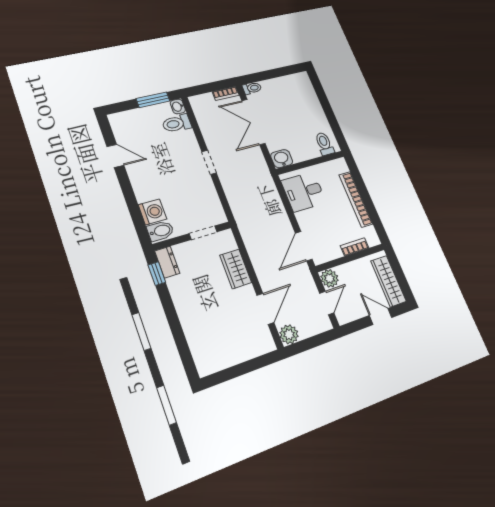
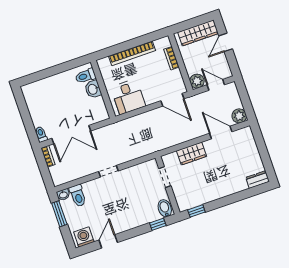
washbasin: (282, 159) -> (93, 89), moved
washing machine: (152, 212) -> (84, 237), moved
window: (138, 221) -> (158, 224), added
dresser: (167, 262) -> (258, 180), moved

